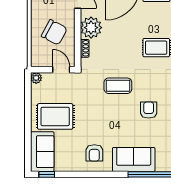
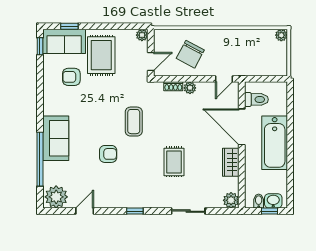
plant: (91, 28) -> (190, 88), width x0.53, depth x0.53
window: (28, 147) -> (69, 26), added
armchair: (94, 153) -> (71, 77), moved

